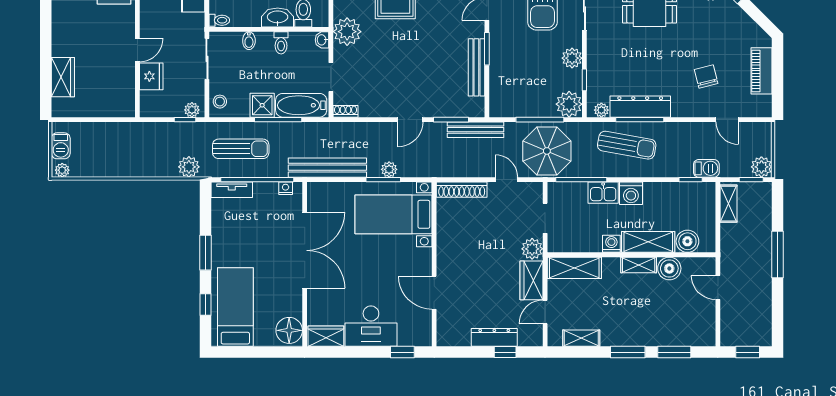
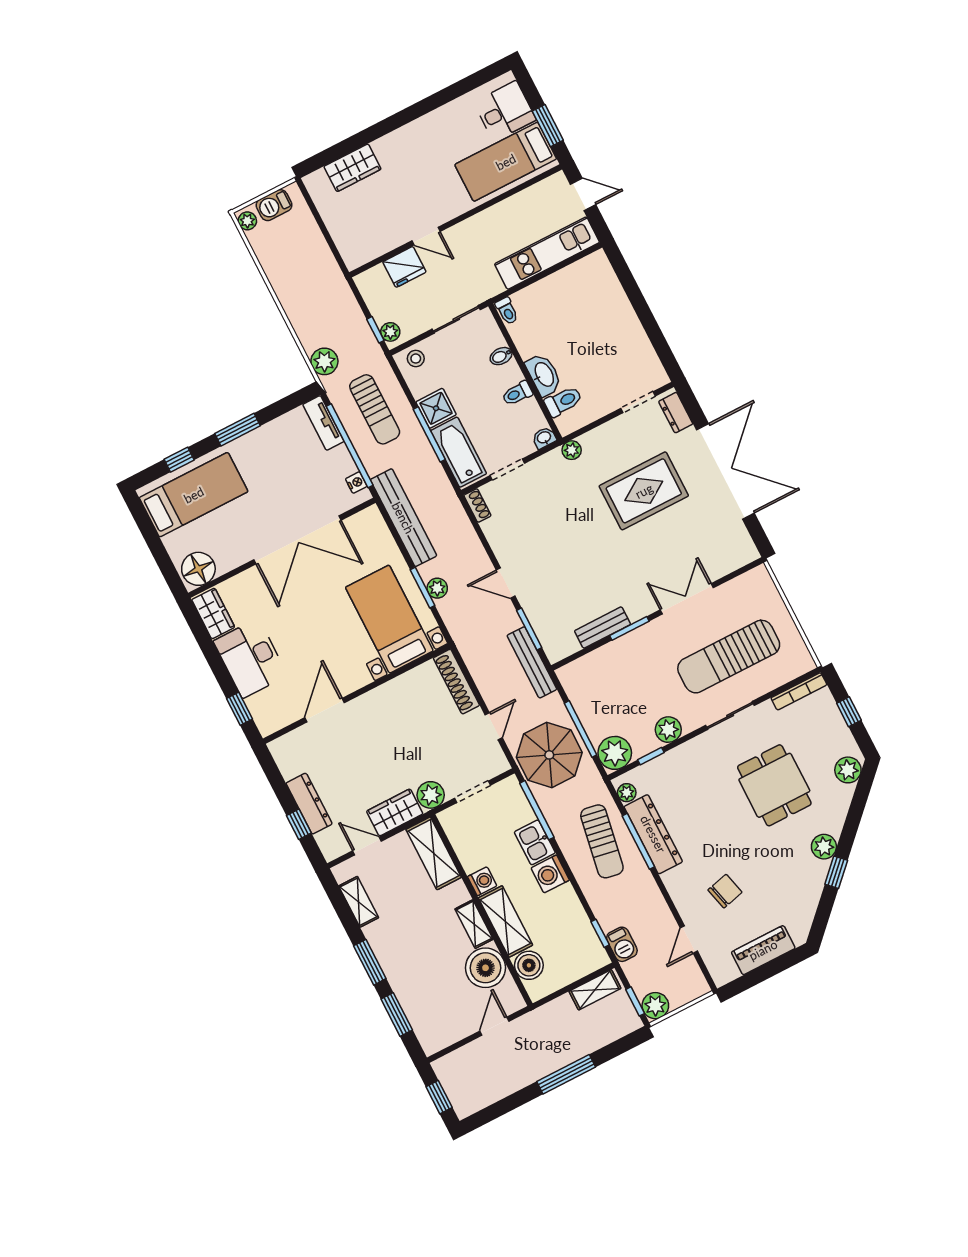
plant: (347, 32) -> (572, 450), width x0.53, depth x0.53
bench: (476, 67) -> (603, 628), width x0.73
boiler: (669, 268) -> (485, 968), width x1.37, depth x1.37

